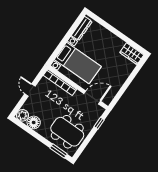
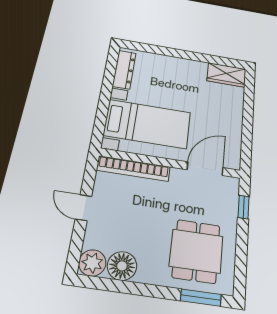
dining table: (67, 132) -> (196, 251), width x0.73

